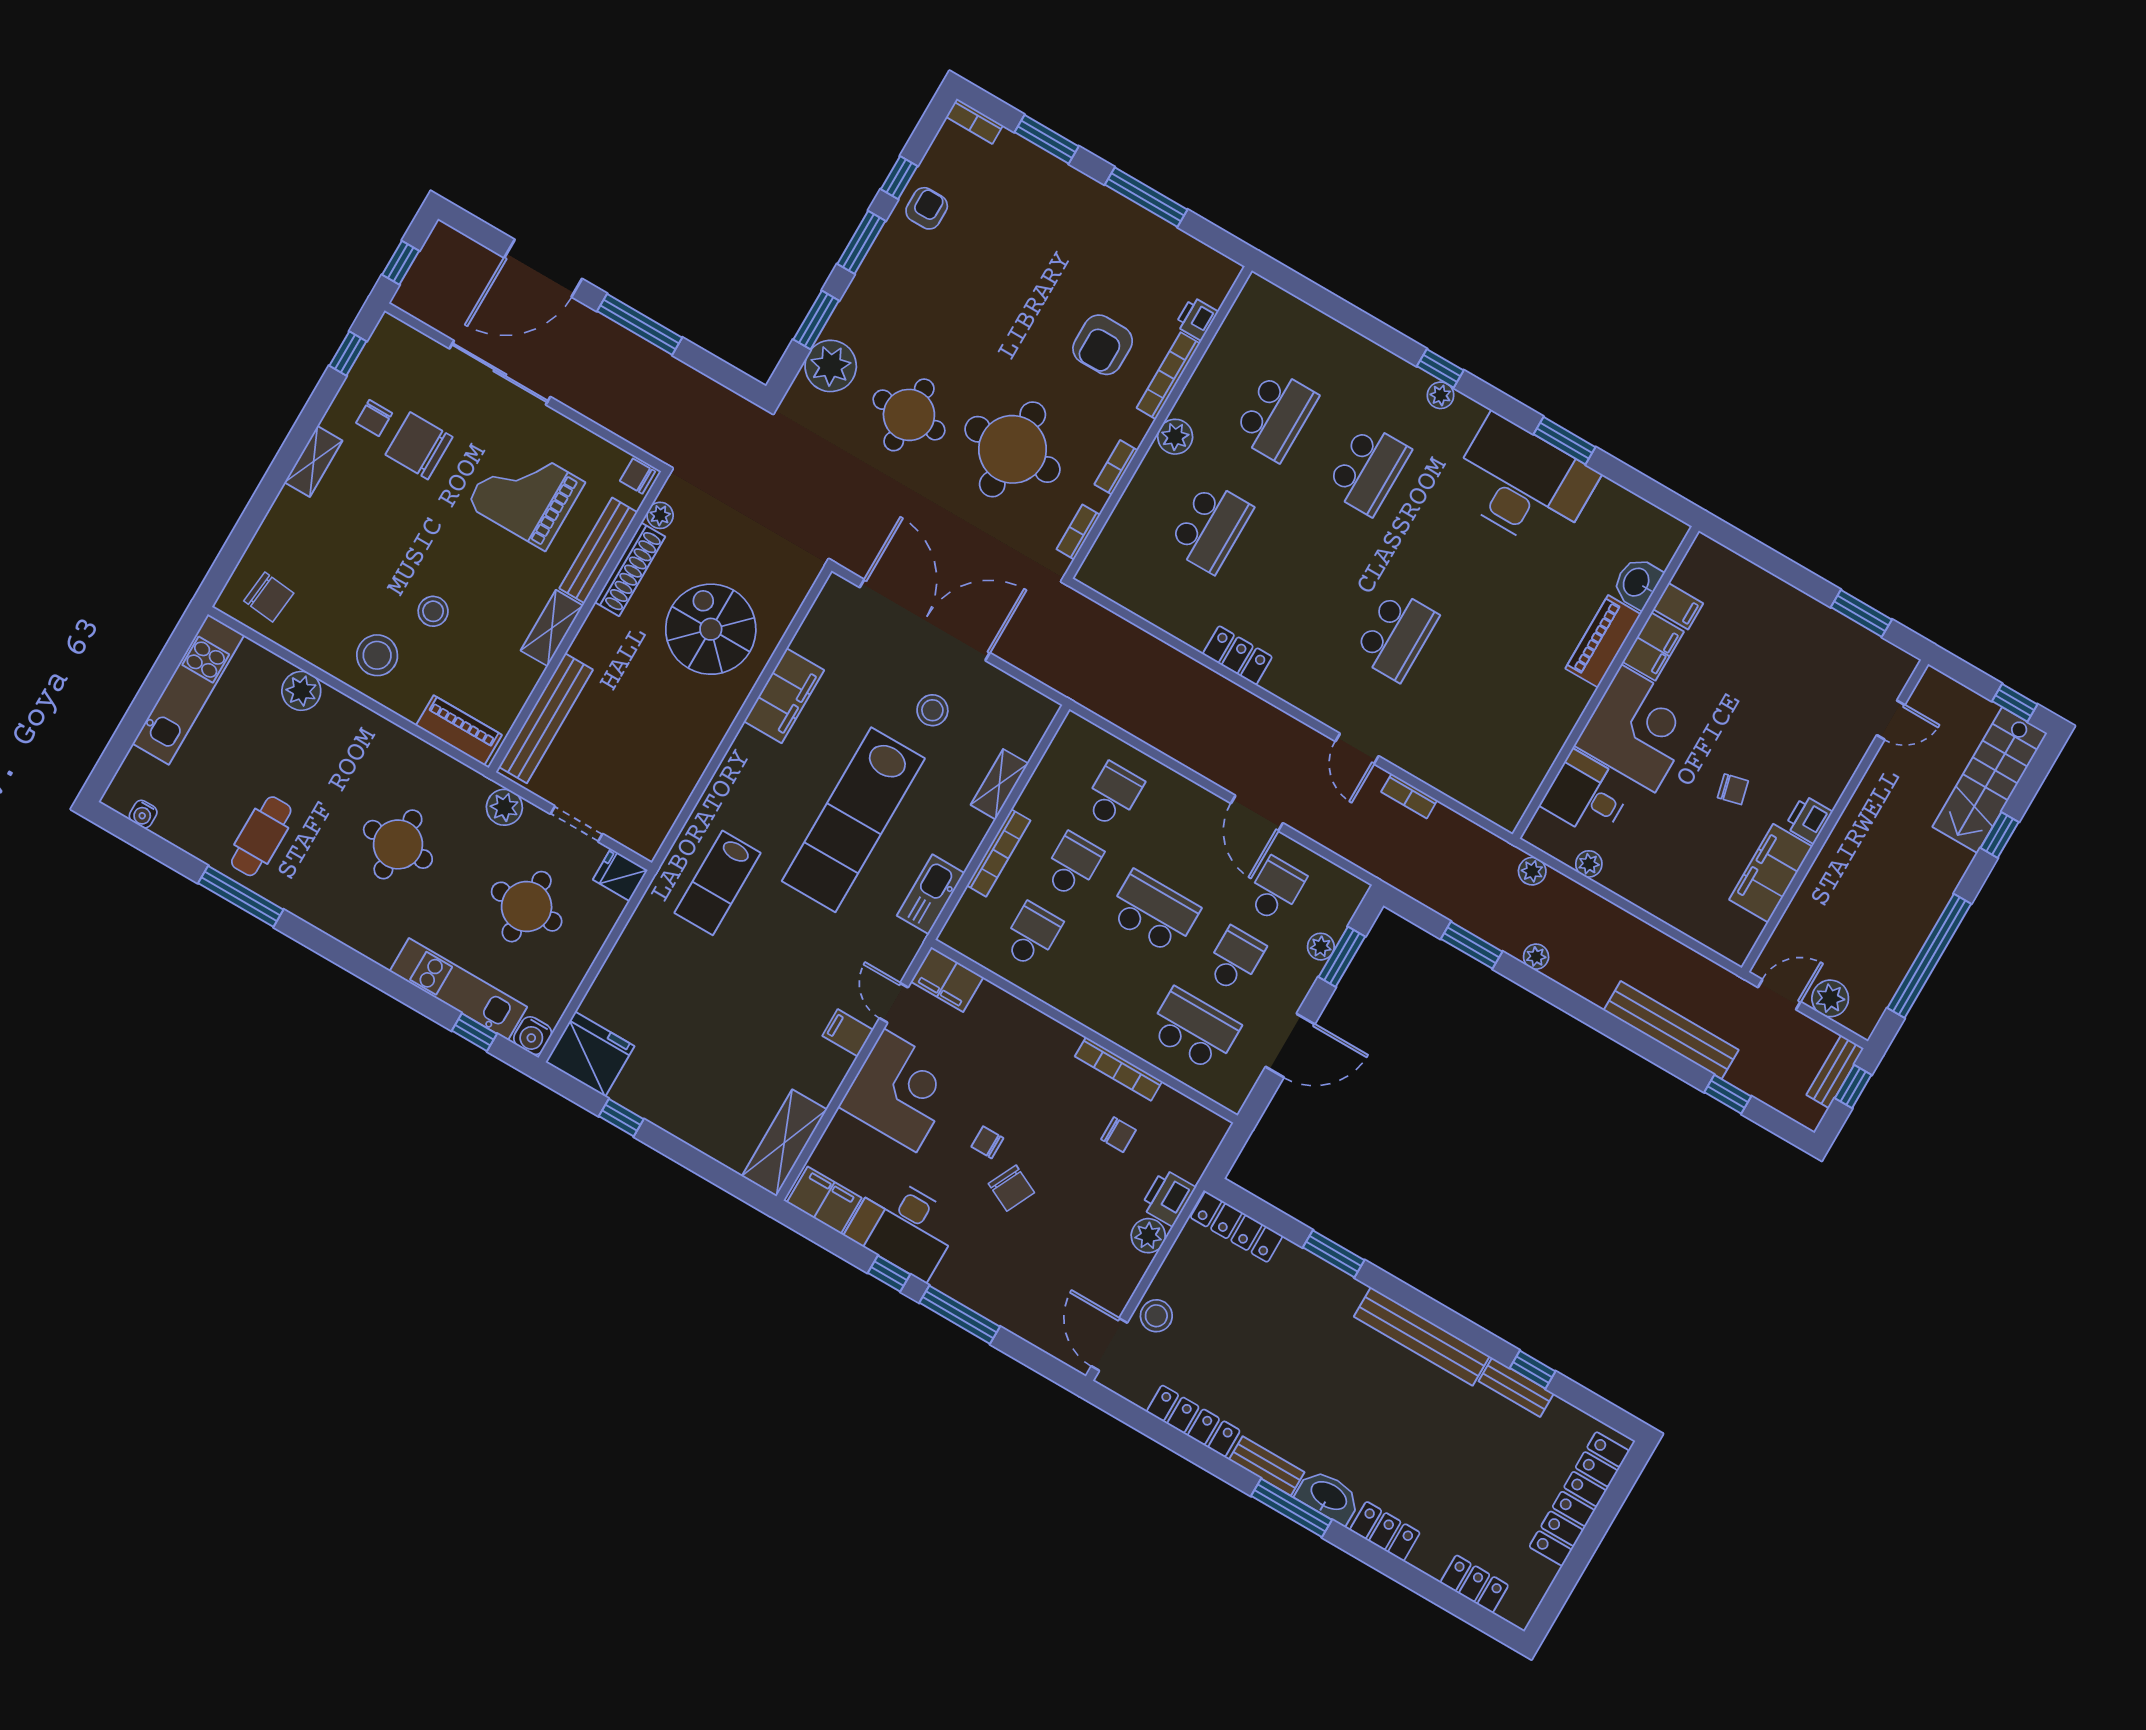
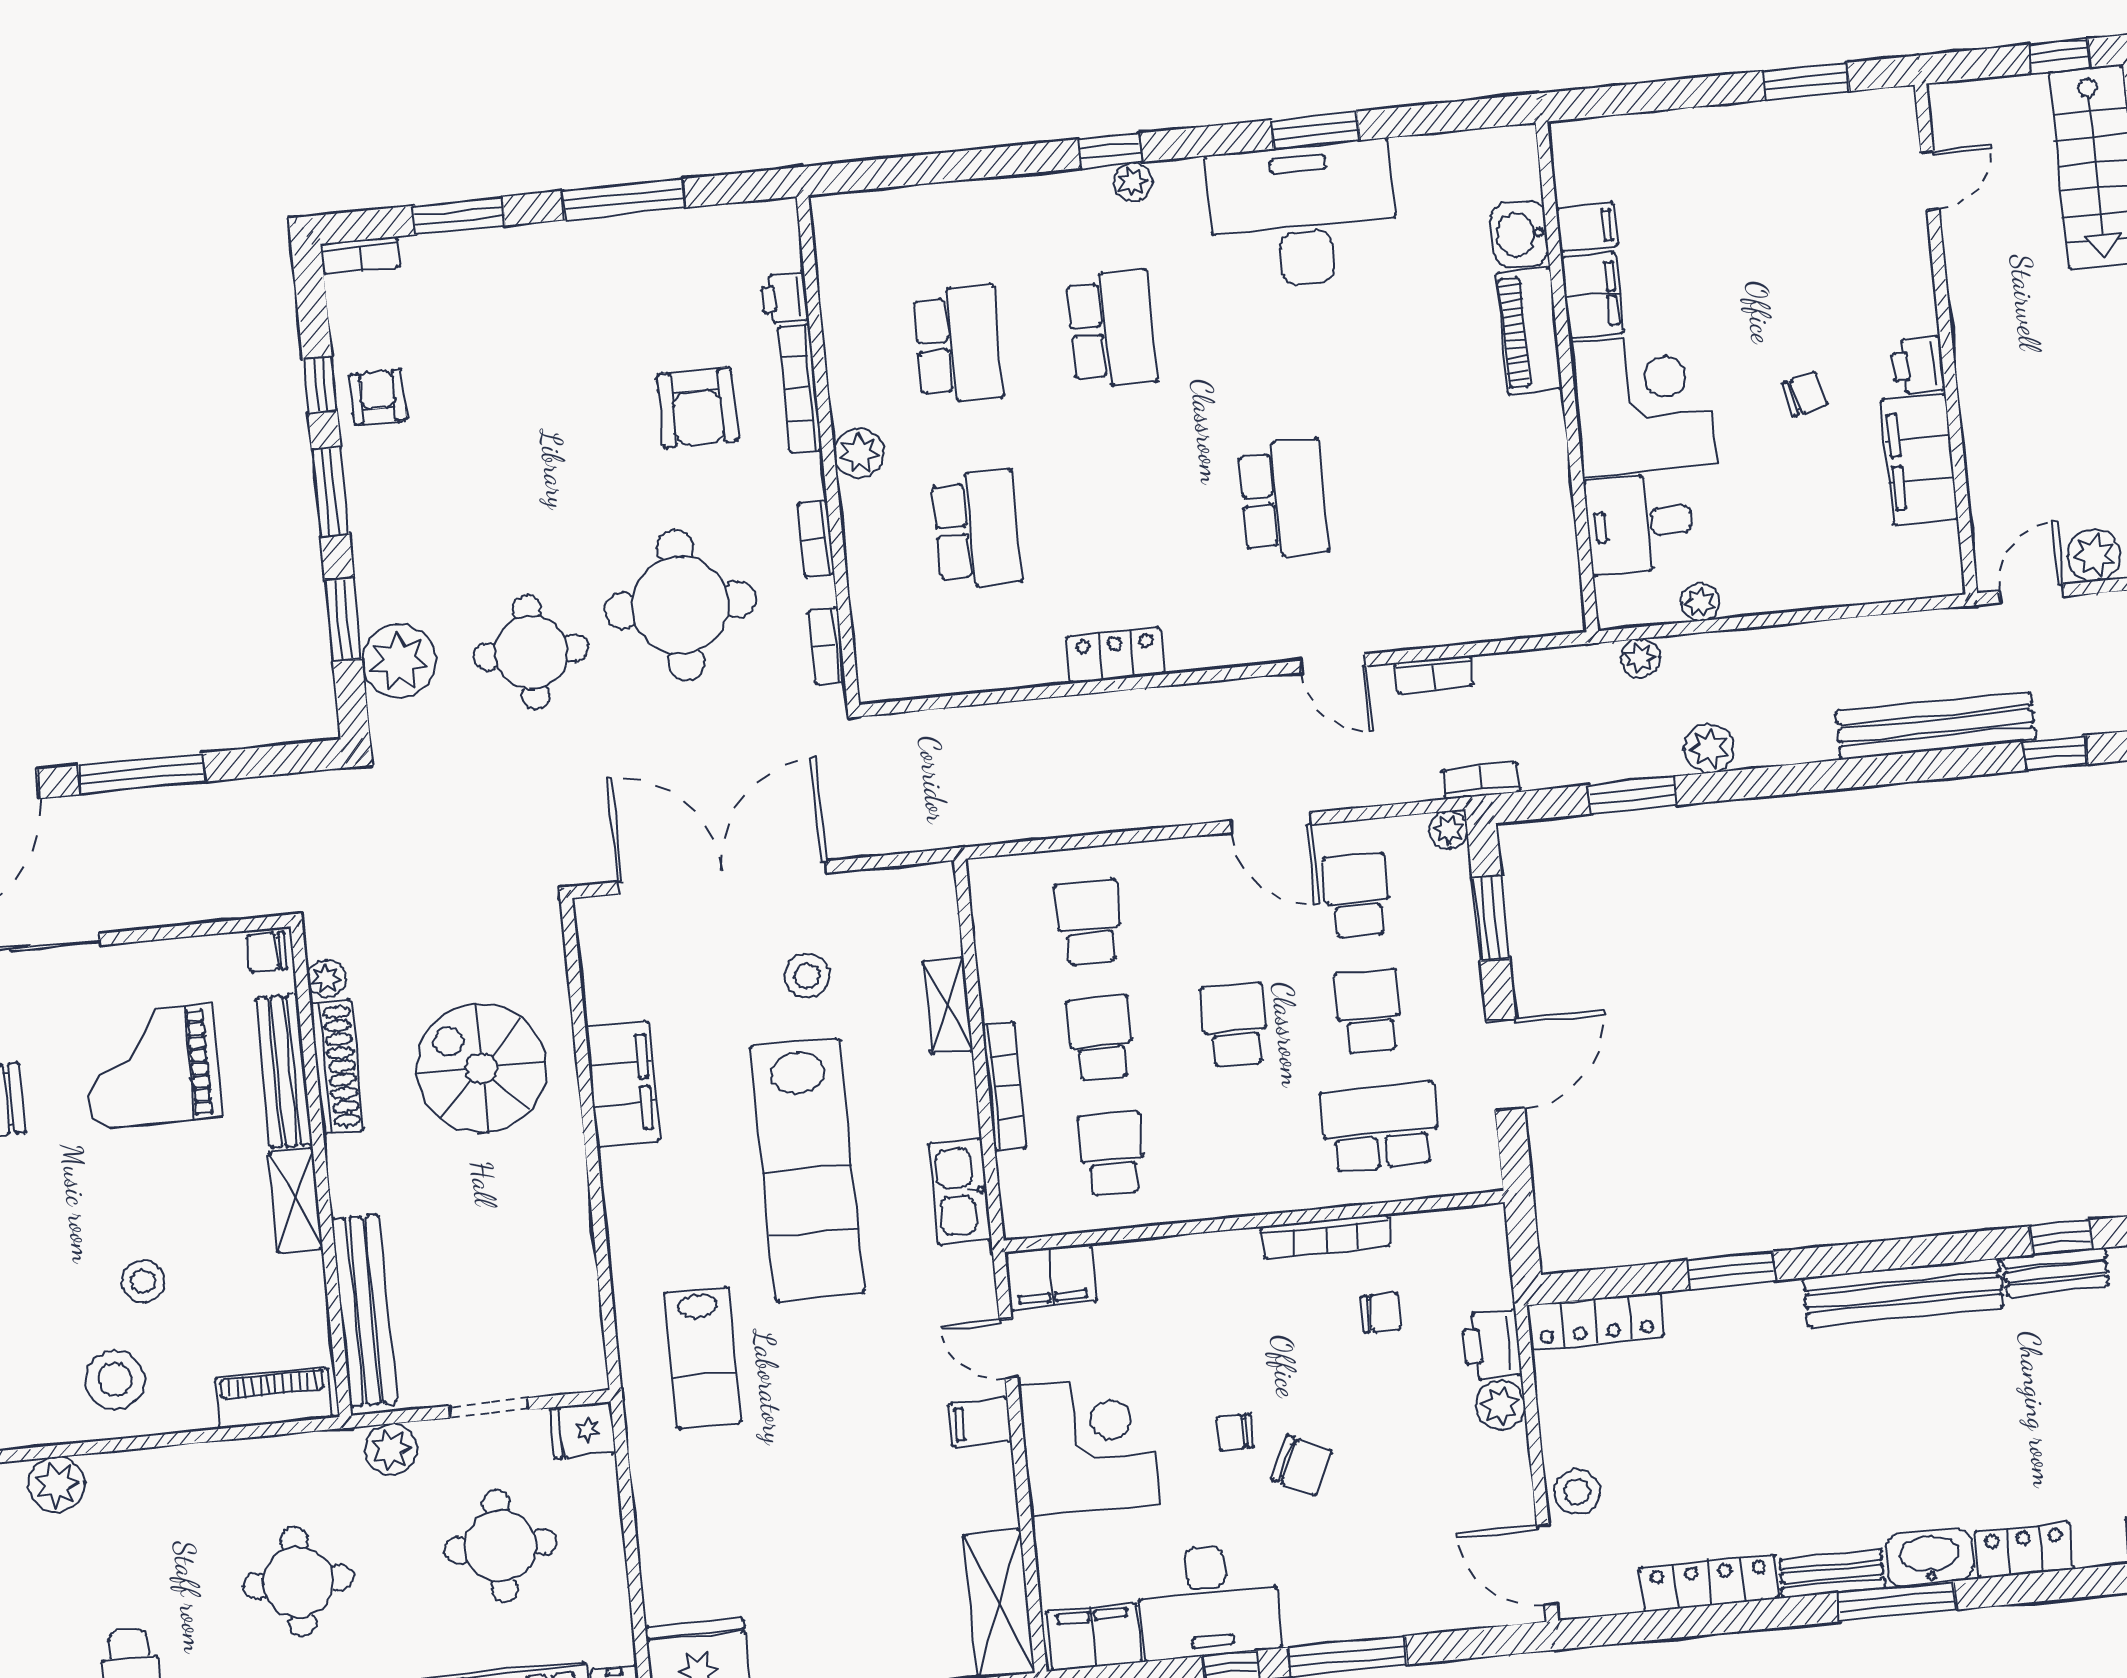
bookcase: (1392, 875) -> (1481, 781), added
school desk: (1154, 912) -> (1234, 1025), width x0.54
plant: (1321, 947) -> (1448, 830), moved
plant: (1536, 957) -> (1709, 748), width x1.38, depth x1.38

